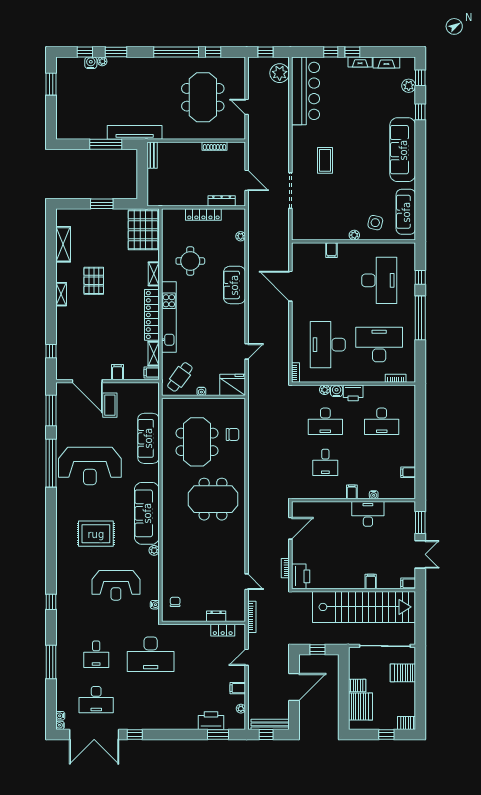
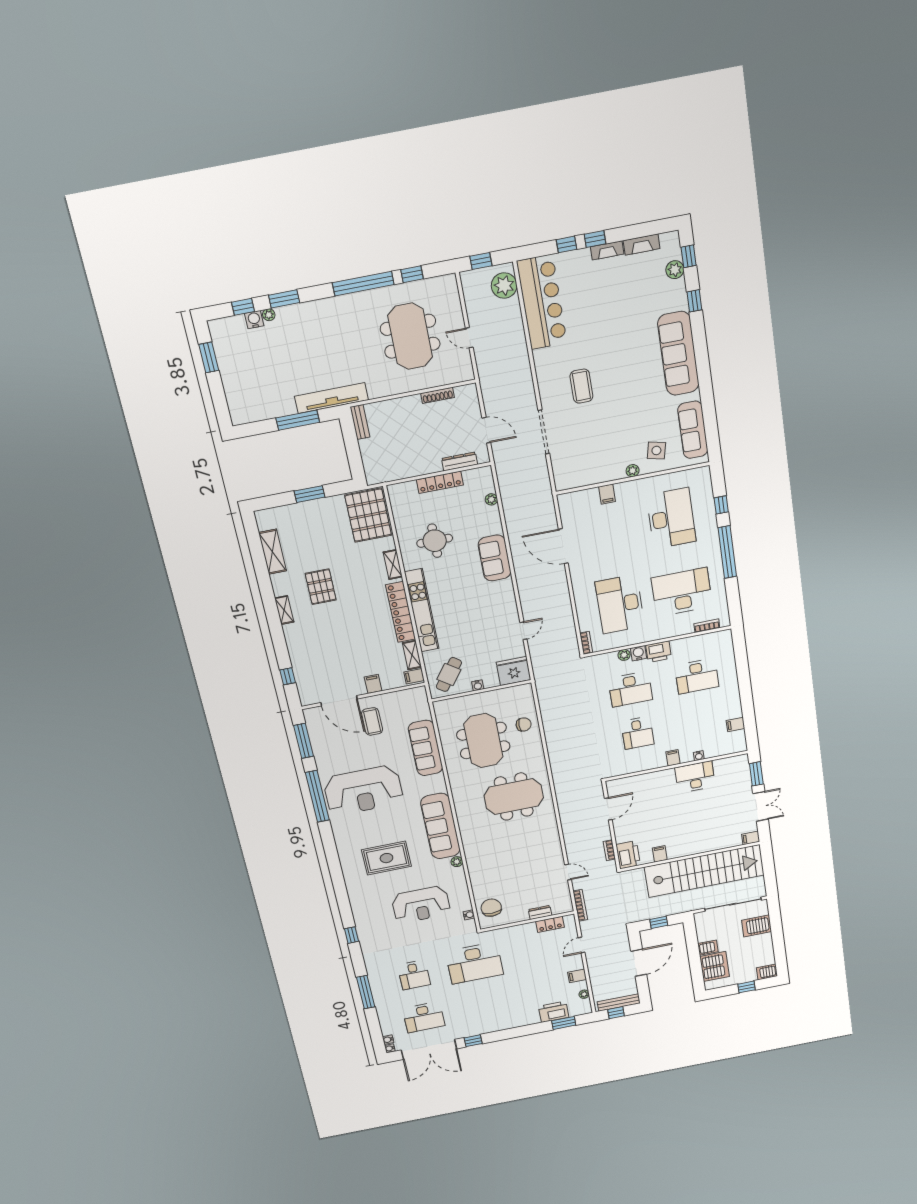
filing cabinet: (371, 581) -> (660, 854), moved
chair: (175, 602) -> (491, 908), width x1.87, depth x1.87

